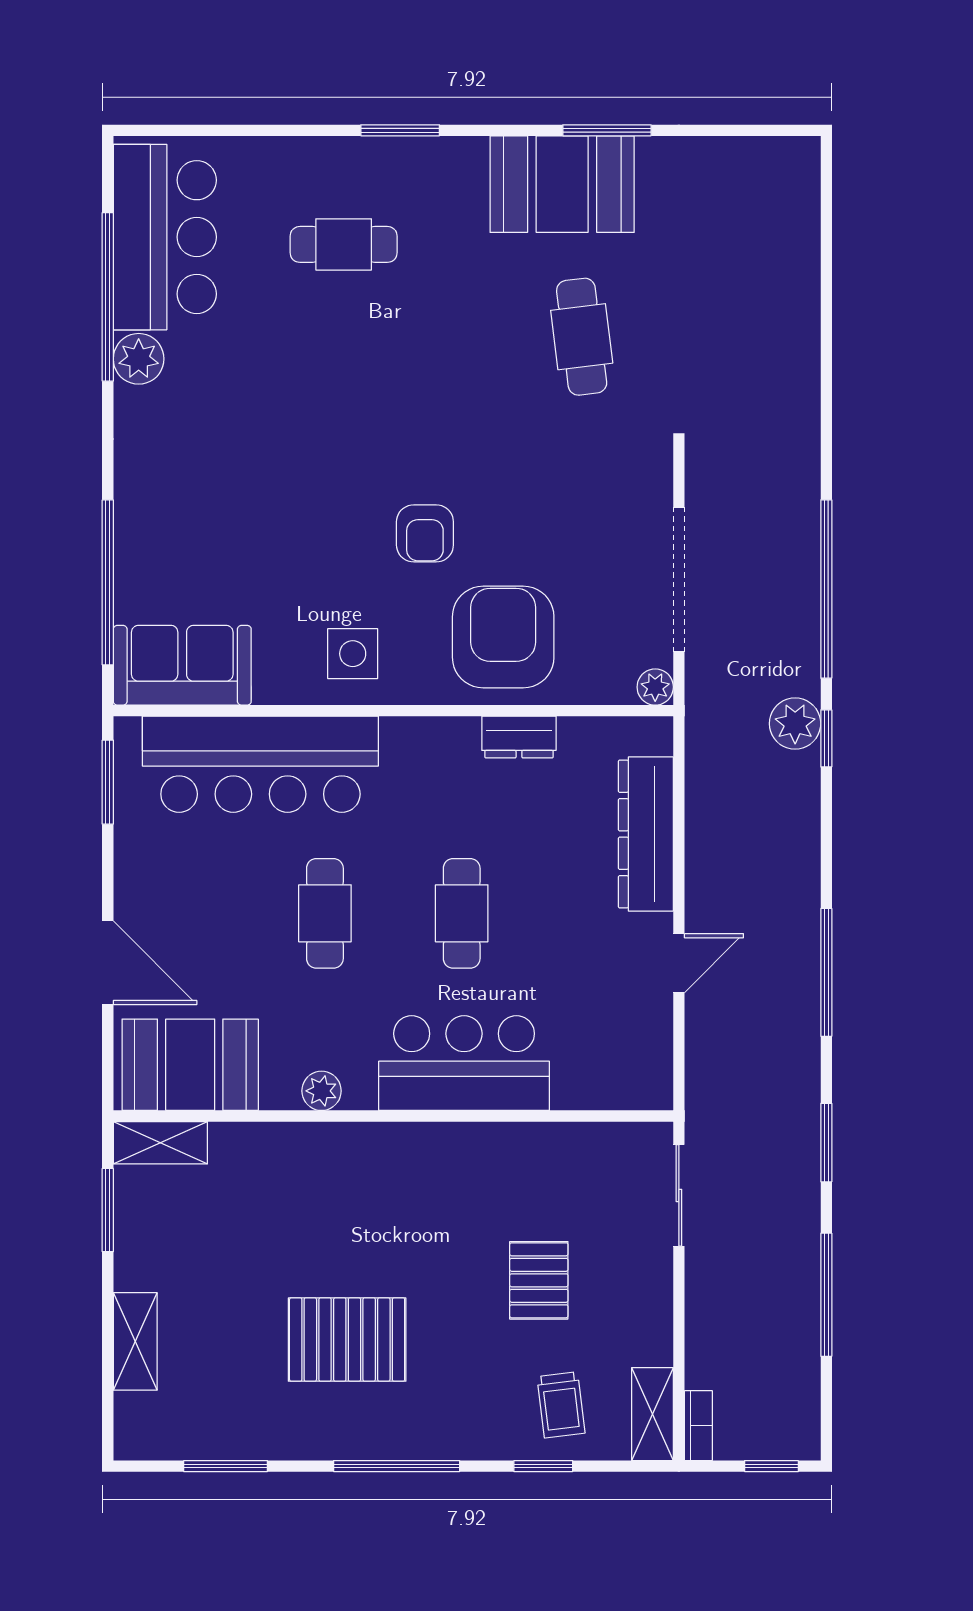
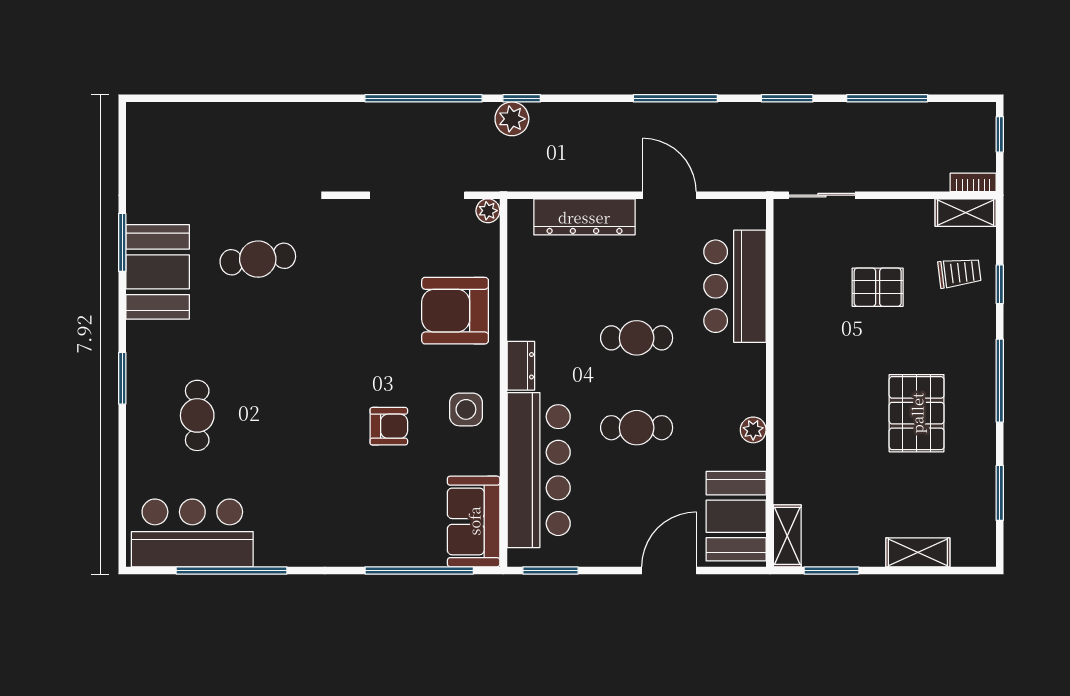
plant: (139, 359) -> (272, 550), removed
armchair: (425, 533) -> (389, 426), moved
dresser: (519, 737) -> (521, 366), moved
door: (679, 963) -> (669, 195), width x1.38
bar counter: (464, 1063) -> (735, 286), moved

